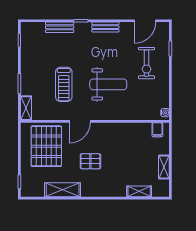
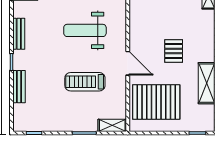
treadmill: (64, 84) -> (85, 82), turned 180
weight bench: (108, 84) -> (85, 30), turned -90

